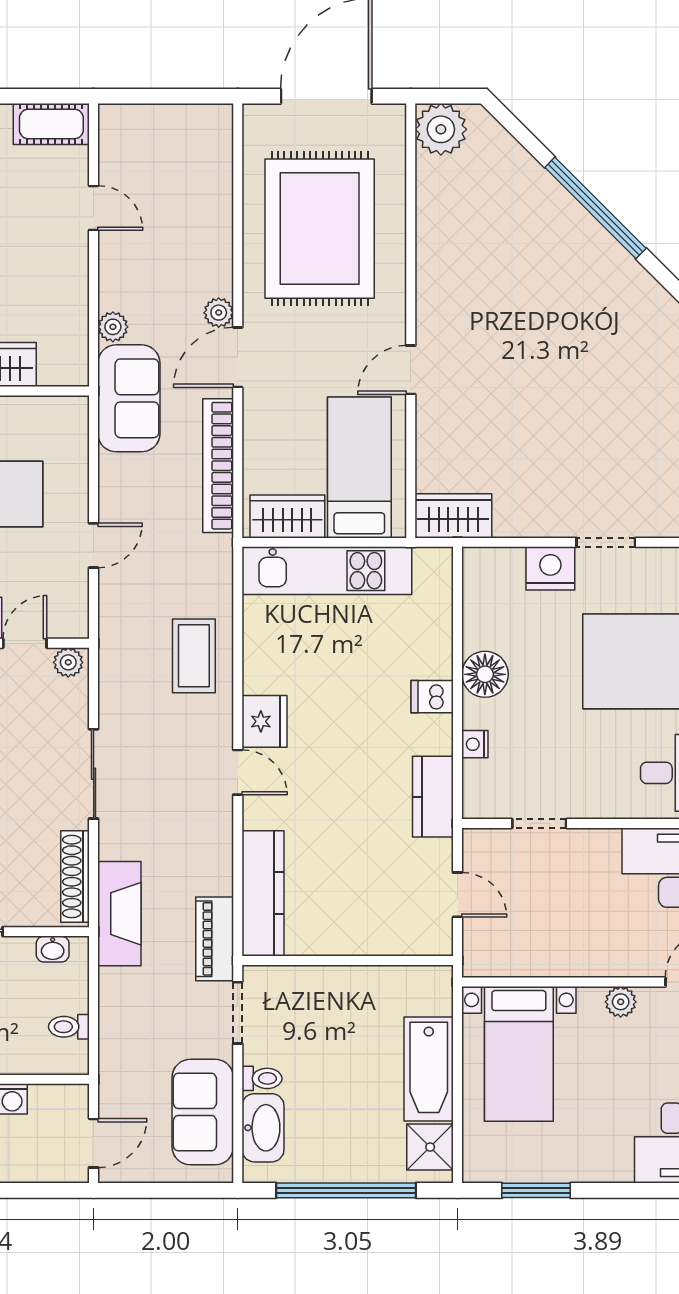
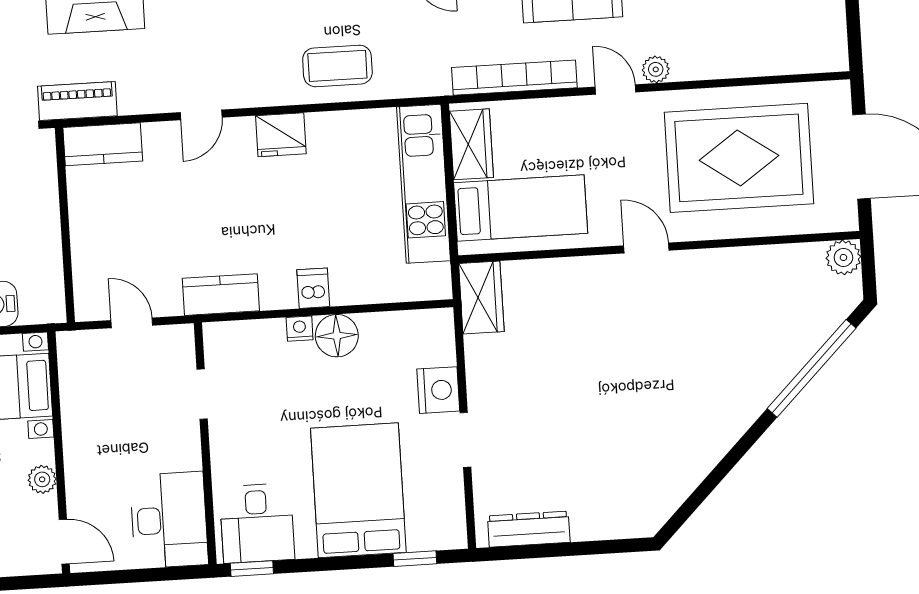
plant: (441, 129) -> (843, 257), width x0.73, depth x0.73
window: (595, 208) -> (812, 368), moved
door: (238, 357) -> (615, 89), width x0.73
door: (411, 370) -> (646, 248), moved
nightstand: (475, 744) -> (300, 329), moved
door: (238, 772) -> (201, 115), moved
kitchen counter: (263, 893) -> (103, 144), width x0.67
door: (458, 895) -> (132, 323), swing flipped

